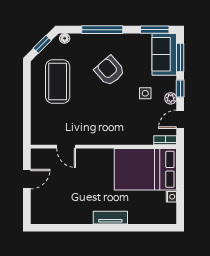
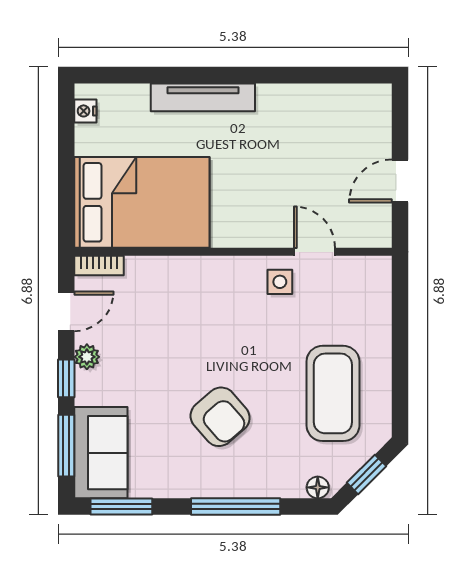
side table: (145, 93) -> (280, 282), moved
nightstand: (171, 197) -> (85, 111), moved
tv unit: (110, 218) -> (203, 97), width x1.41

